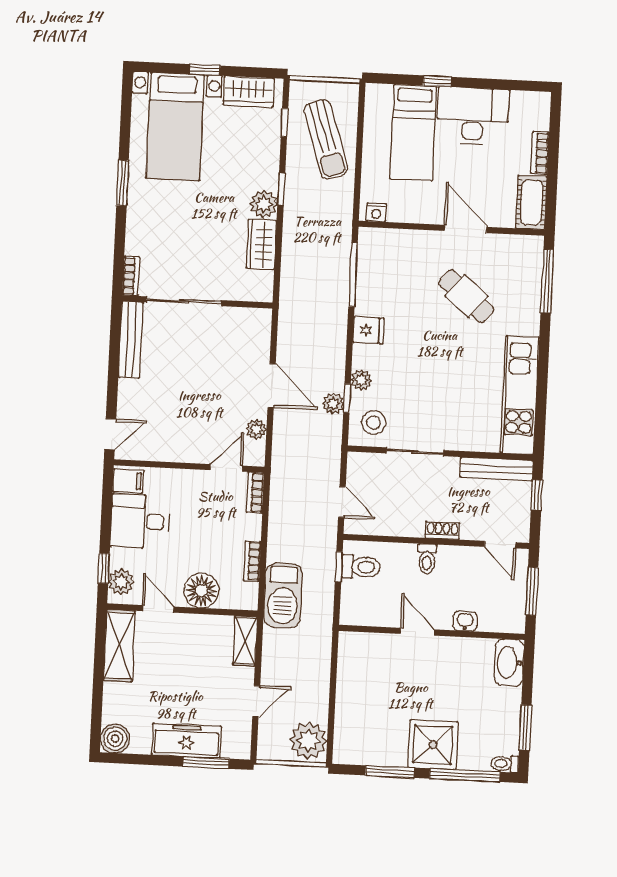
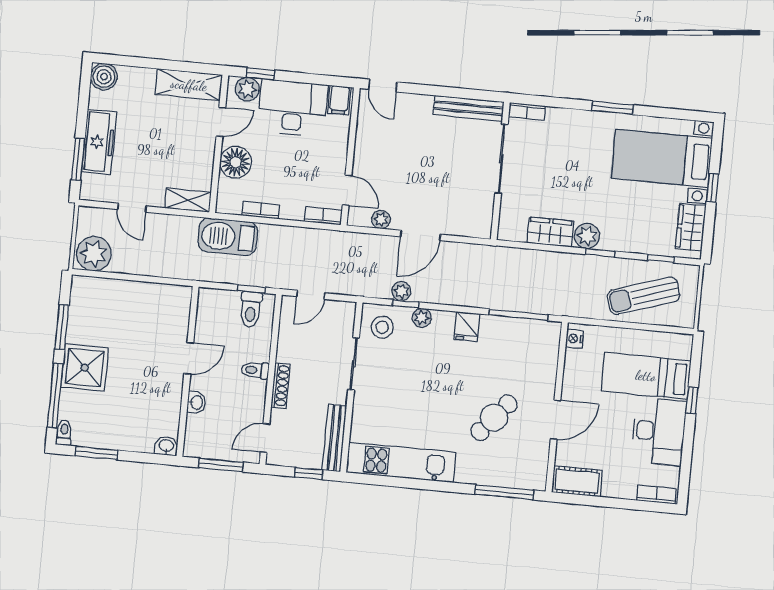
bookcase: (540, 153) -> (656, 494), moved
desk: (140, 521) -> (293, 108), width x1.37
shoe rack: (442, 530) -> (280, 386), width x1.43
washbasin: (509, 663) -> (166, 446), width x0.52, depth x0.69

